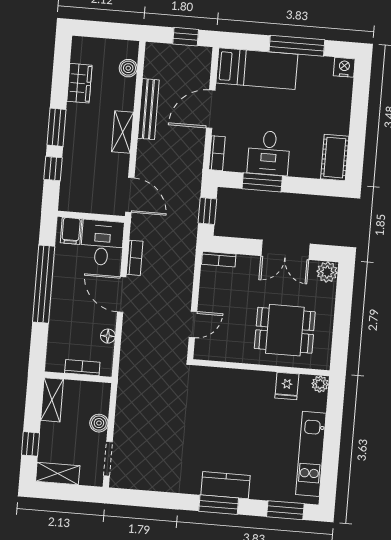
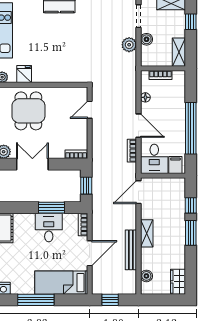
wardrobe: (79, 83) -> (178, 282), moved
door: (130, 195) -> (138, 192), hinge flipped
dining table: (285, 330) -> (28, 111), turned 90
plant: (126, 417) -> (129, 45), added

